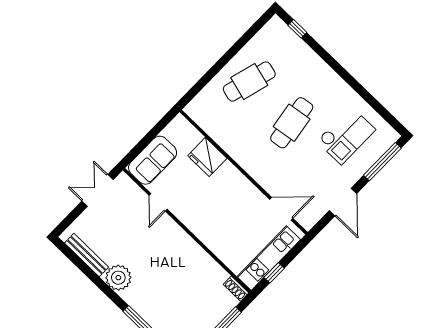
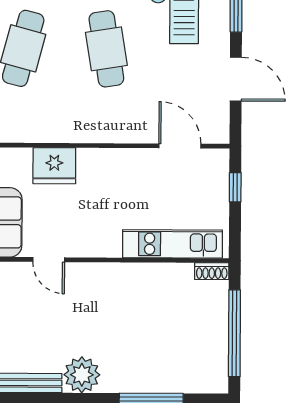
door: (281, 209) -> (180, 146), hinge flipped
kitchen unit: (269, 258) -> (172, 244), moved, turned 90
window: (274, 273) -> (235, 187), moved

